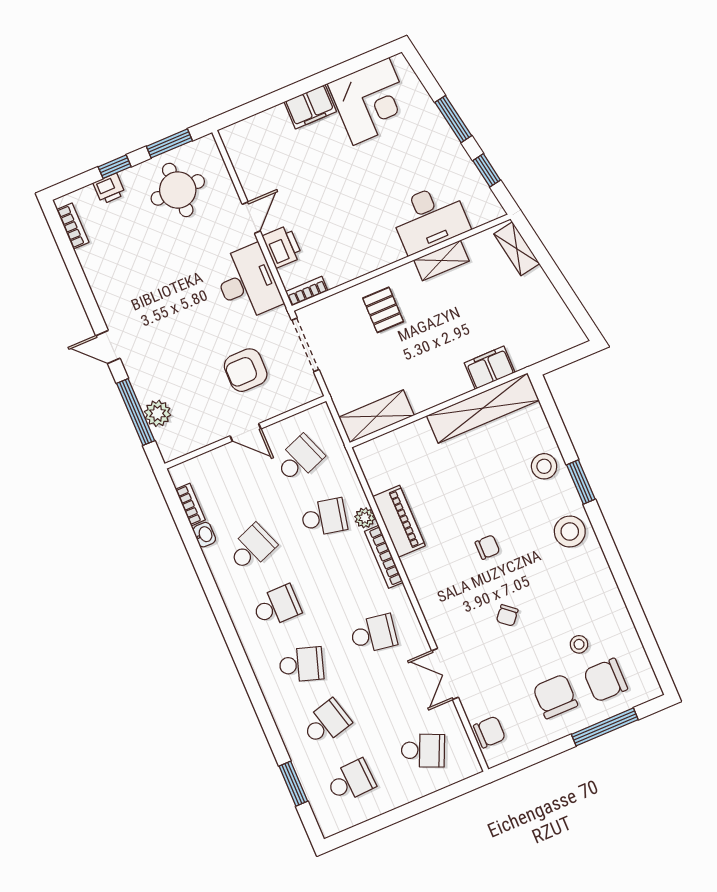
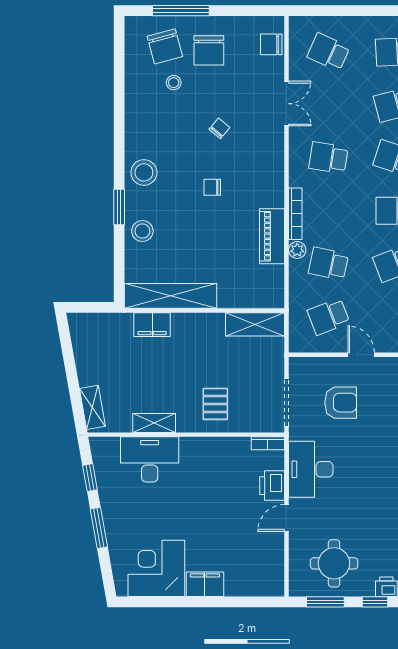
chair: (606, 680) -> (165, 46), turned 75

